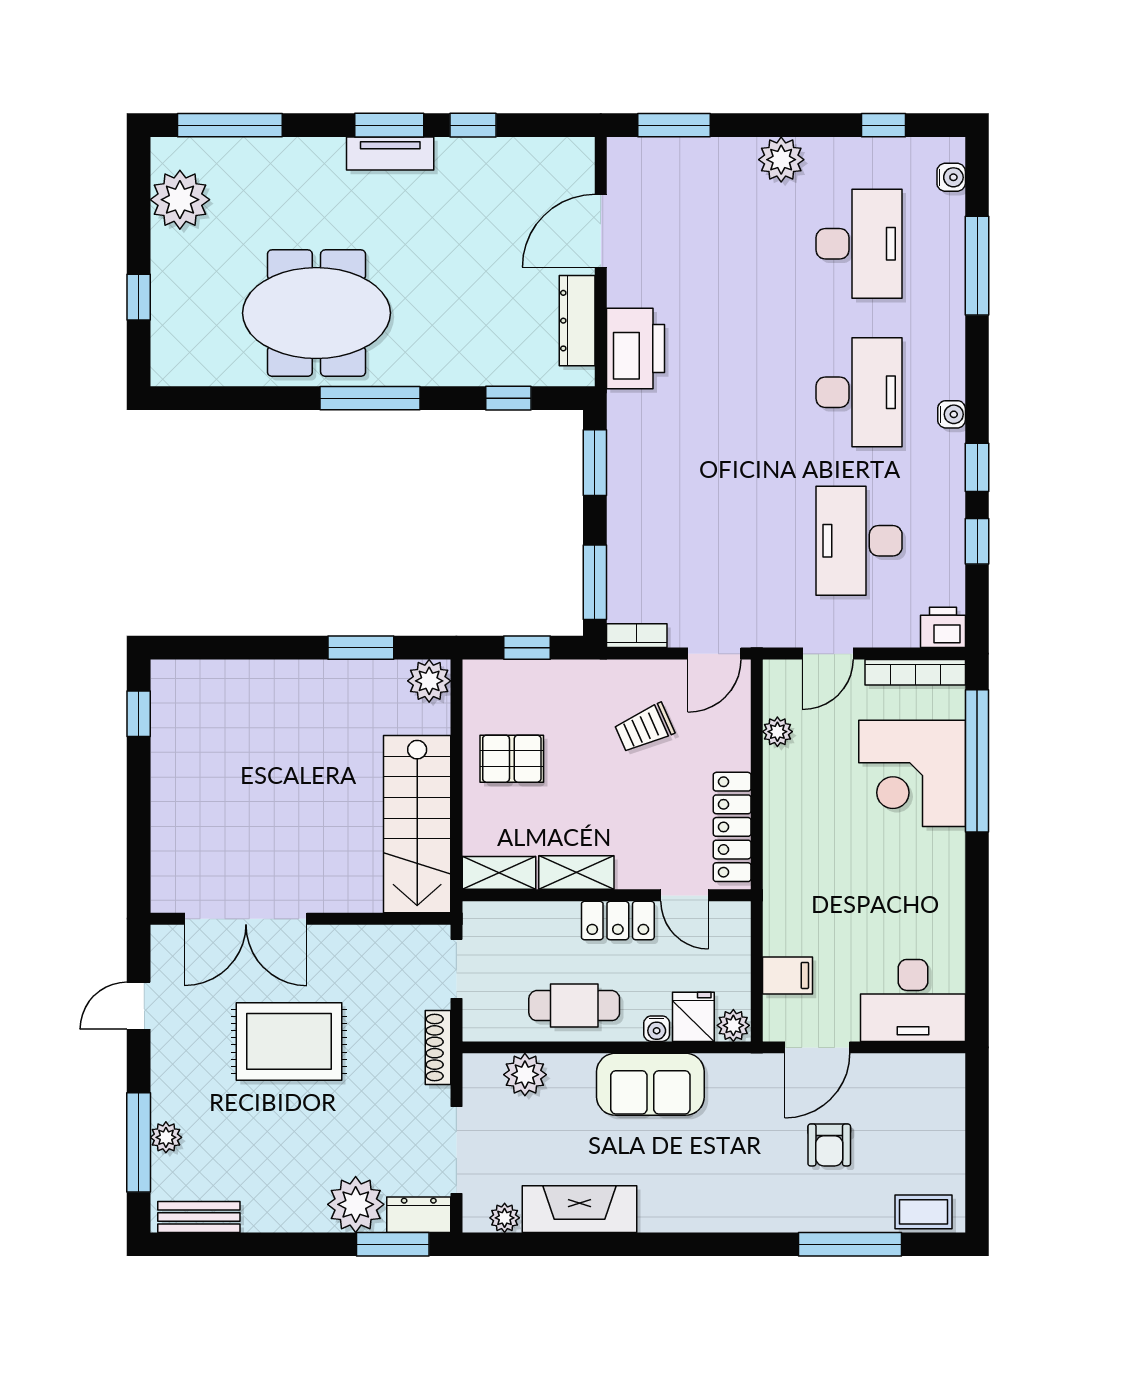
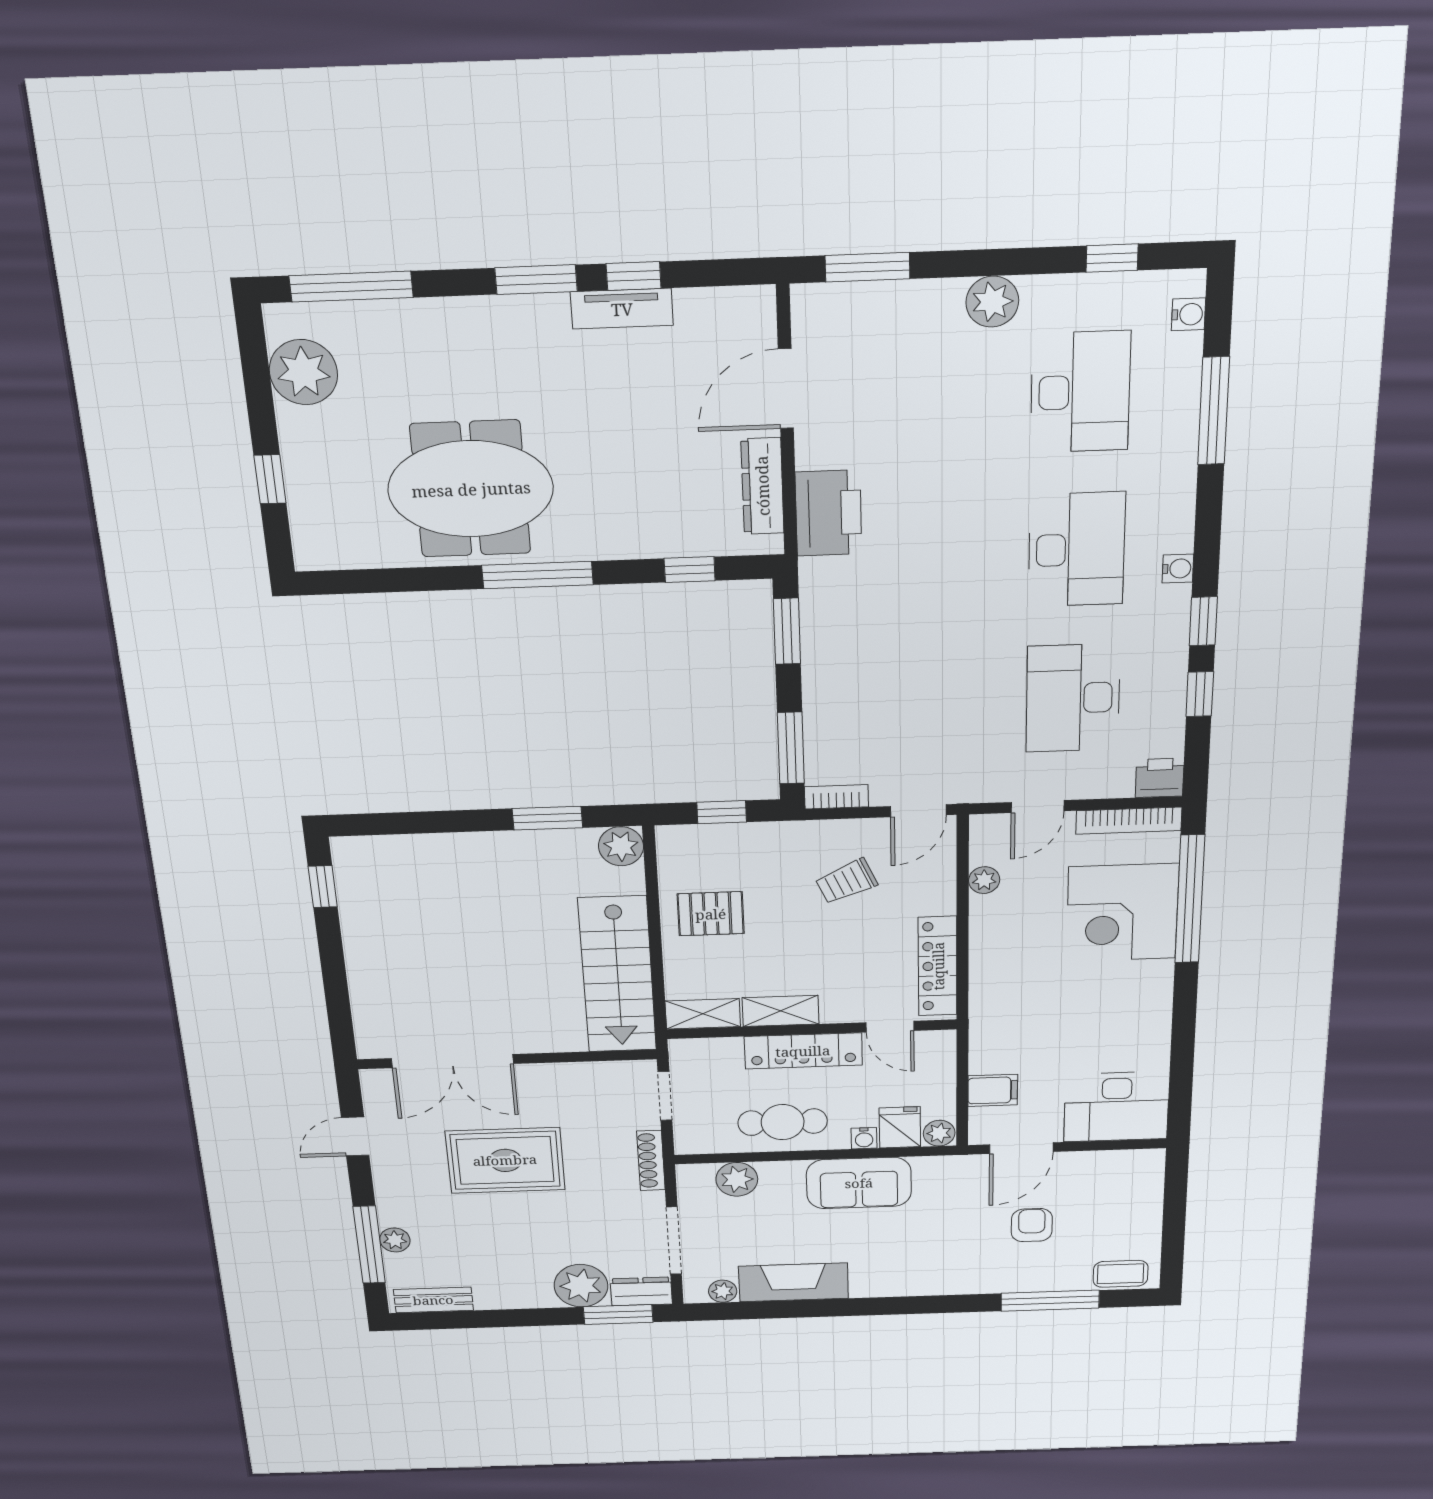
tv unit: (390, 153) -> (622, 309), moved
locker: (618, 921) -> (803, 1051), width x1.53
armchair: (829, 1145) -> (1032, 1225), turned 180

